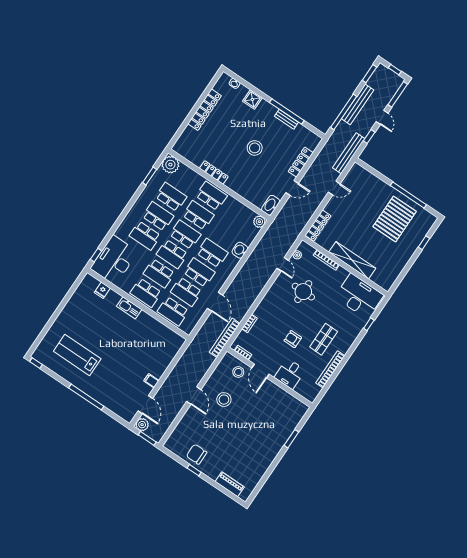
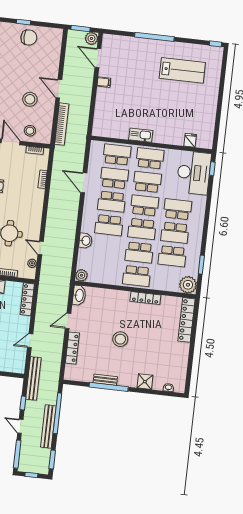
locker: (205, 110) -> (187, 320), moved
kitchen sink: (129, 308) -> (141, 135), moved
bookcase: (225, 338) -> (62, 124), moved

